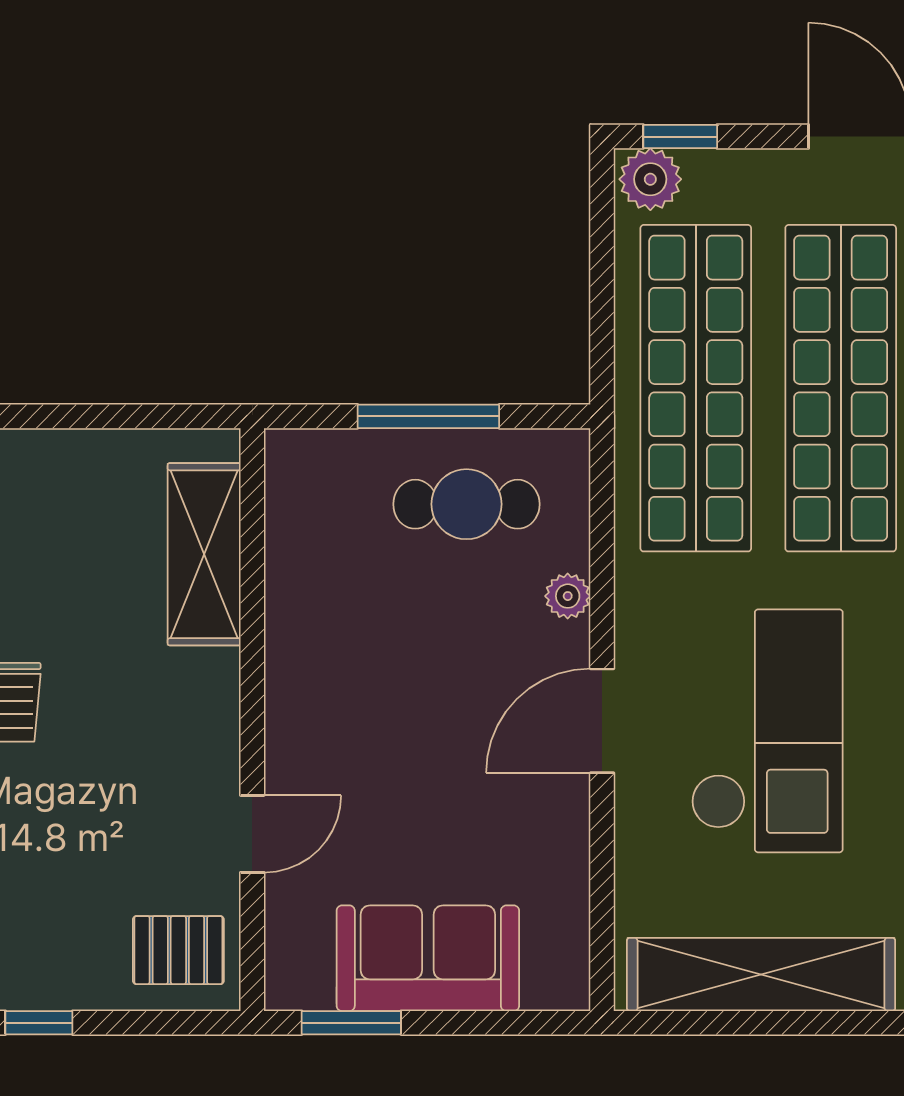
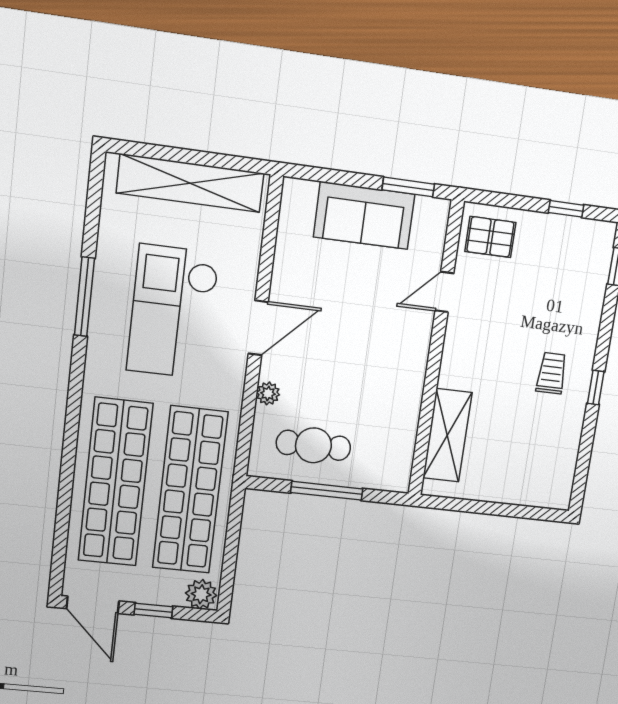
window: (680, 137) -> (153, 610), moved

